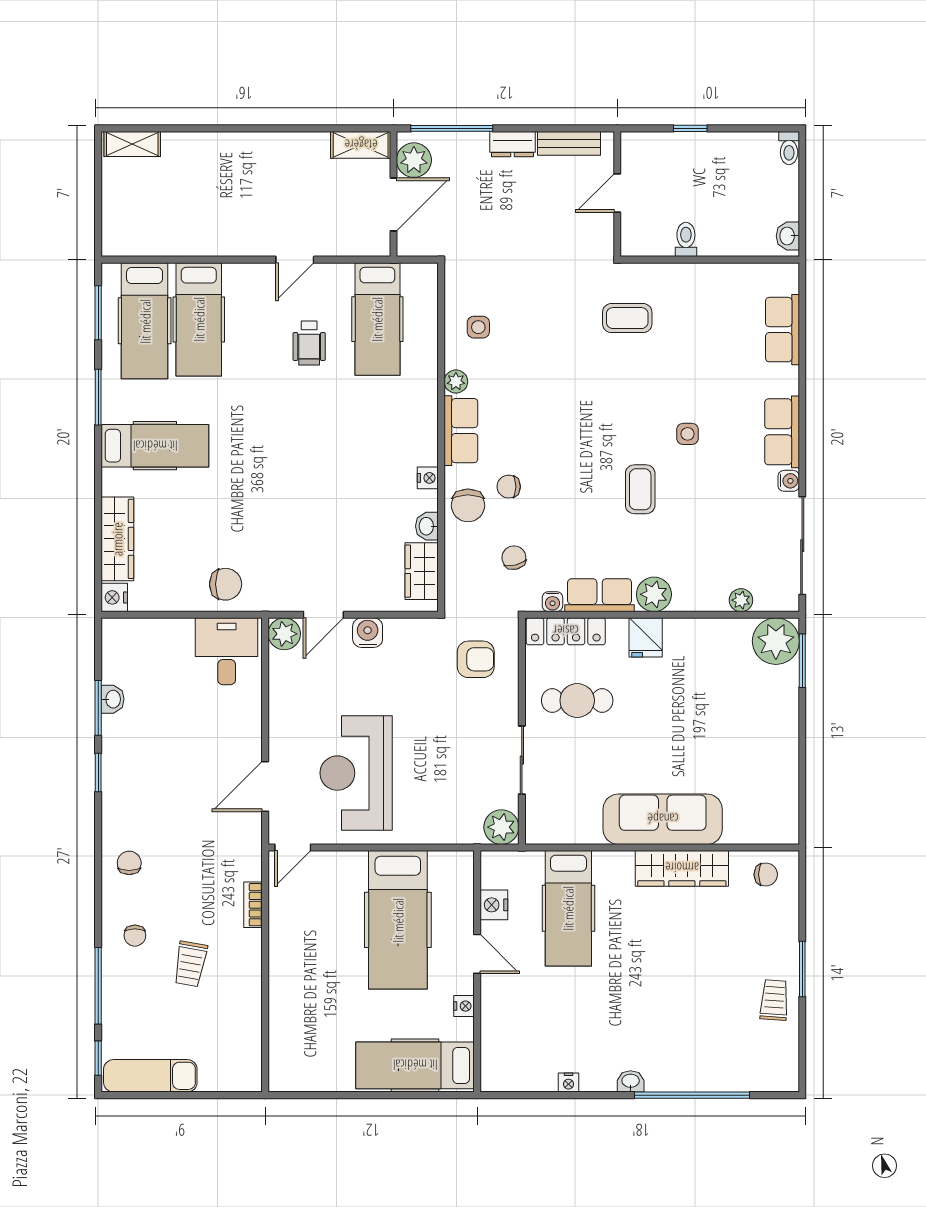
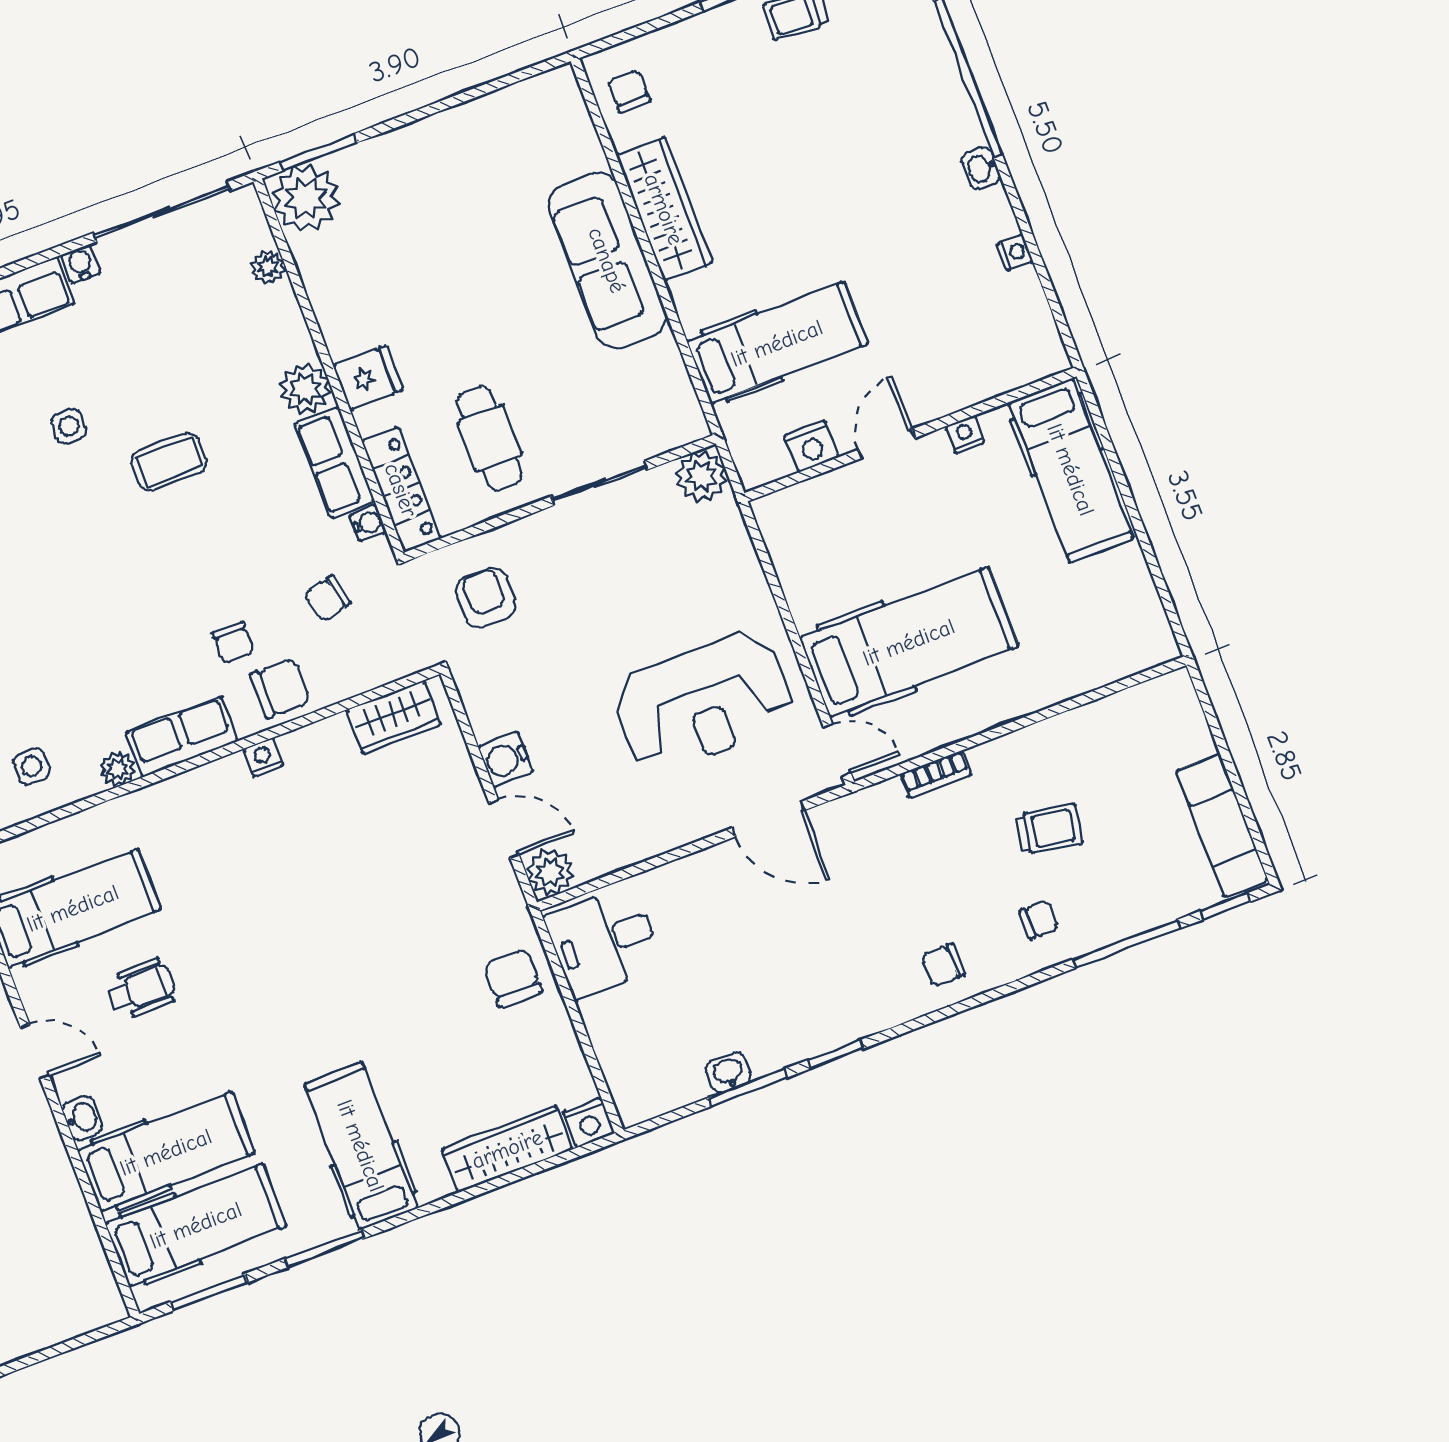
washbasin: (427, 526) -> (82, 1118), moved, turned -90
hospital bed: (398, 920) -> (909, 642), moved

